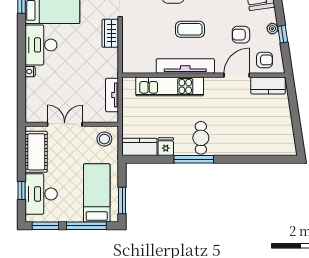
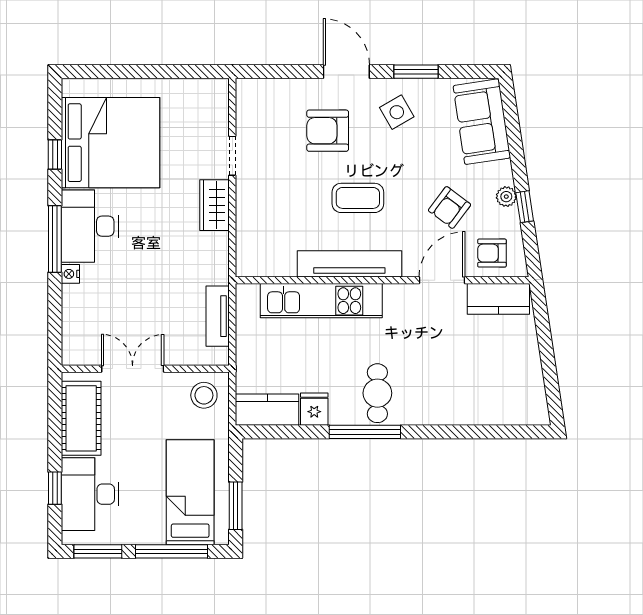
armchair: (241, 35) -> (450, 207), turned -53
window: (22, 52) -> (55, 239), added
armchair: (265, 60) -> (492, 253), turned 180

